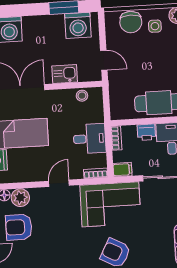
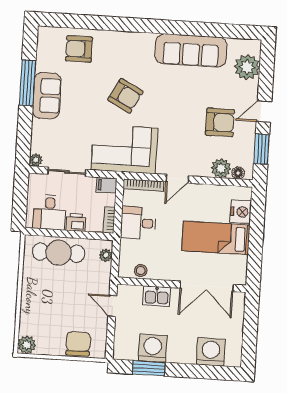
washing machine: (78, 25) -> (153, 348), moved
side table: (155, 26) -> (53, 336), removed
plant: (116, 106) -> (106, 255), added
bookcase: (96, 173) -> (144, 185), width x1.56
armchair: (19, 227) -> (220, 122), moved

